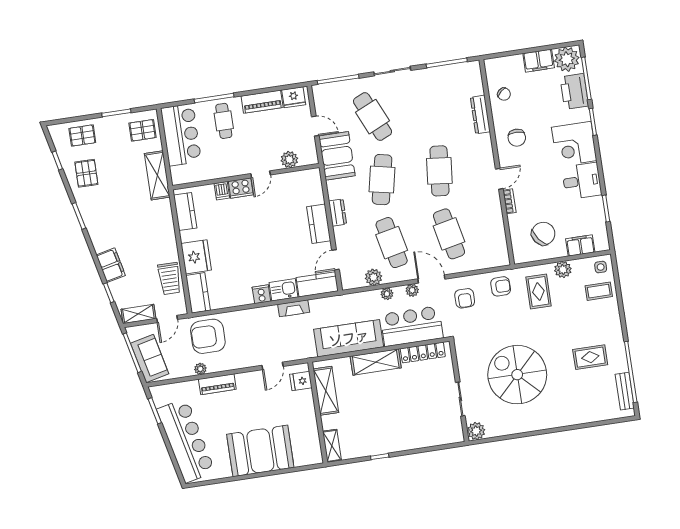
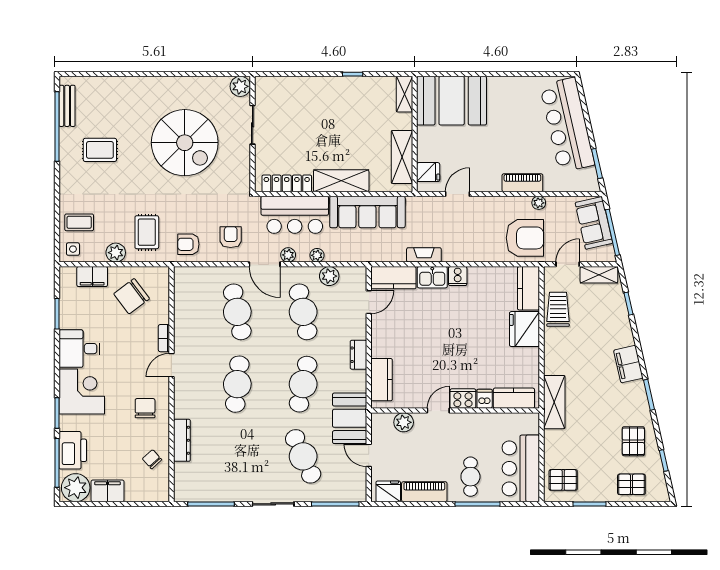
shelving: (157, 175) -> (554, 402), moved
kitchen counter: (185, 211) -> (514, 398), moved, turned 90
kitchen counter: (319, 224) -> (382, 380), moved
filing cabinet: (111, 265) -> (628, 364), moved
booth: (260, 451) -> (452, 101), moved

